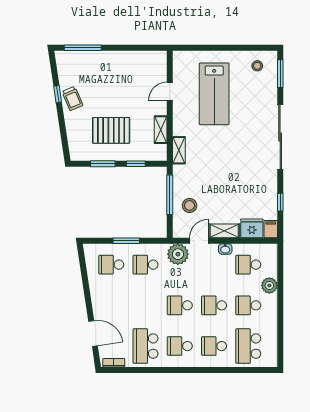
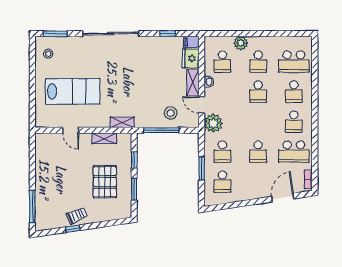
school desk: (180, 305) -> (258, 152), moved

